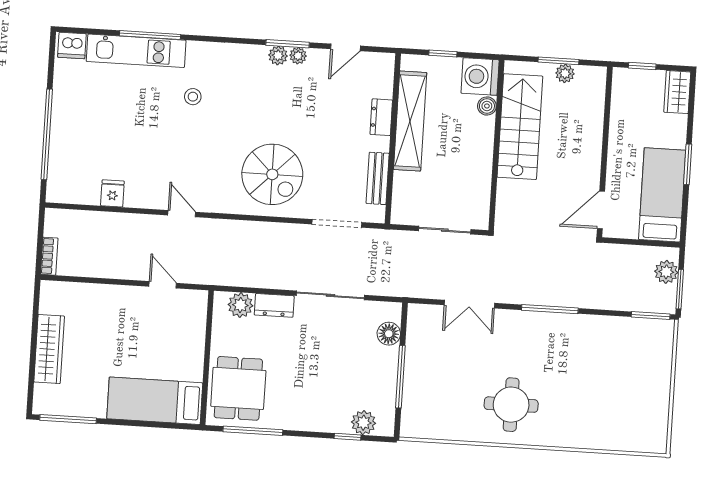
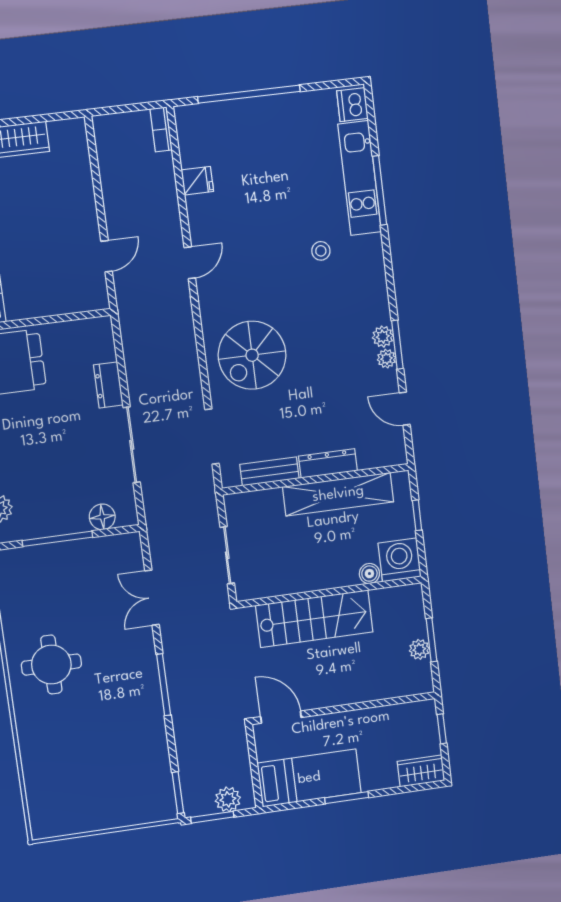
dresser: (381, 117) -> (328, 463), width x1.44
stairs: (520, 127) -> (314, 619), moved
bookcase: (49, 256) -> (161, 129), moved, turned 90
plant: (240, 305) -> (101, 347), removed

